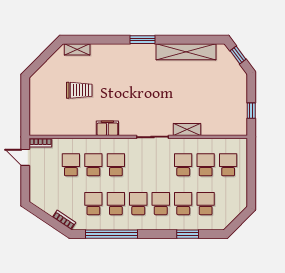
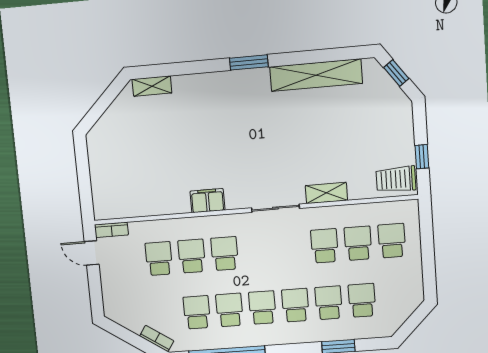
trolley: (79, 90) -> (396, 179), moved, turned 180

